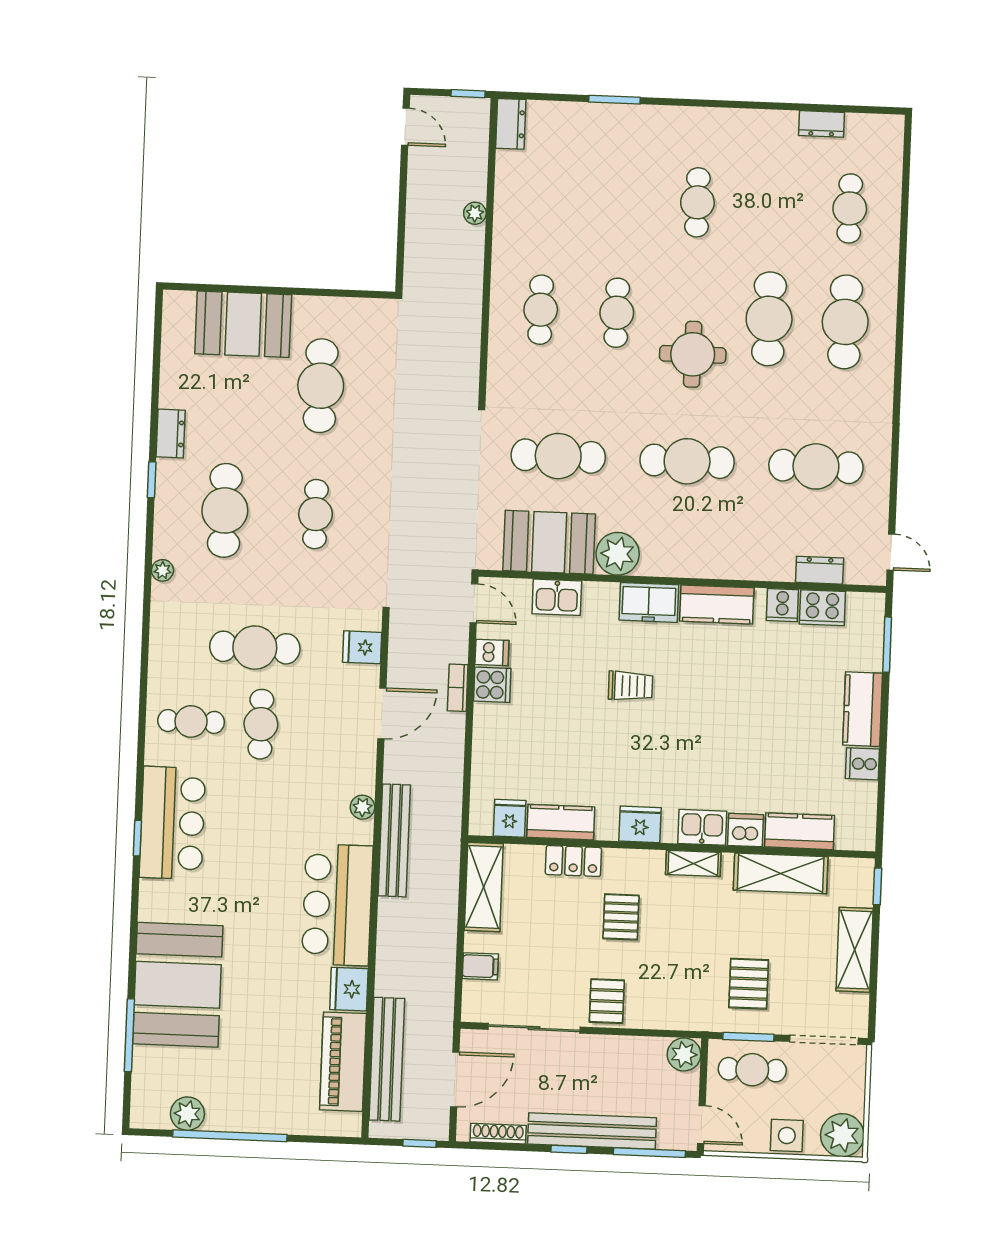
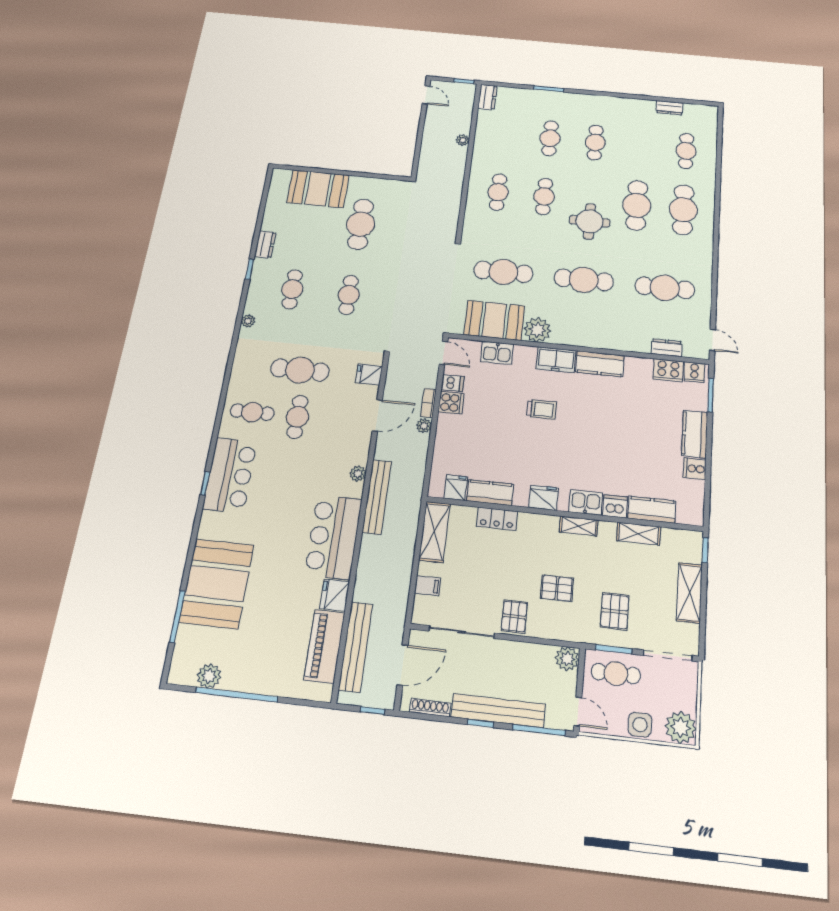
cafe table: (621, 199) -> (550, 138), added
cafe table: (225, 510) -> (292, 289), width x0.73, depth x0.74
cooker: (782, 605) -> (694, 372), moved
plant: (454, 725) -> (424, 426), added
shelving: (781, 873) -> (639, 534), width x0.67, depth x0.75
pallet: (621, 917) -> (557, 588), moved, turned 90

